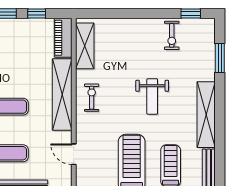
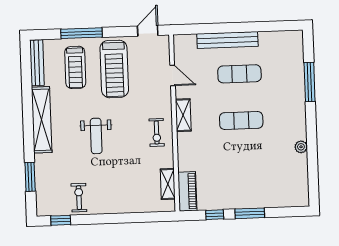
shelving: (85, 46) -> (168, 184), width x0.67, depth x0.75
shelving: (62, 94) -> (183, 115), width x0.45, depth x0.75
weight bench: (152, 96) -> (96, 136), turned 180

